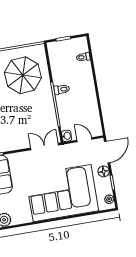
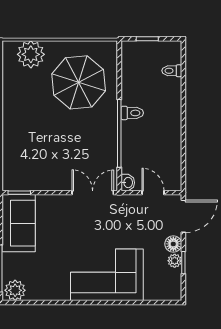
corner sofa: (62, 193) -> (107, 275), width x0.73, depth x0.74
plant: (109, 199) -> (175, 261), moved

